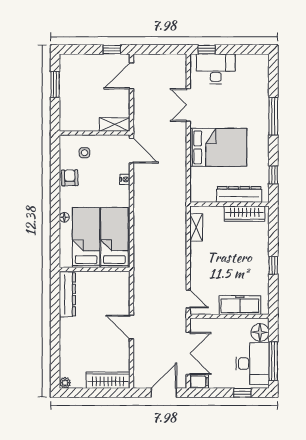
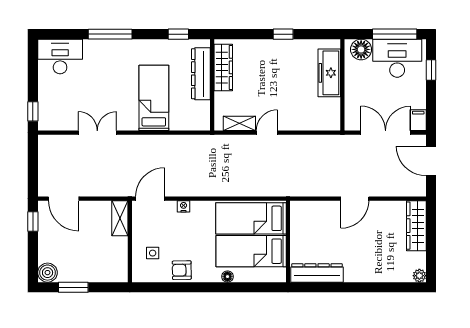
boiler: (68, 62) -> (48, 273), added
desk: (216, 69) -> (60, 57), moved, turned 90
double door: (188, 105) -> (97, 133), swing flipped
bed: (218, 147) -> (154, 98), width x0.67
door: (188, 299) -> (267, 133), moved

